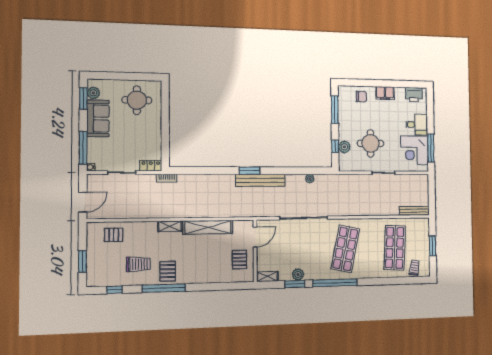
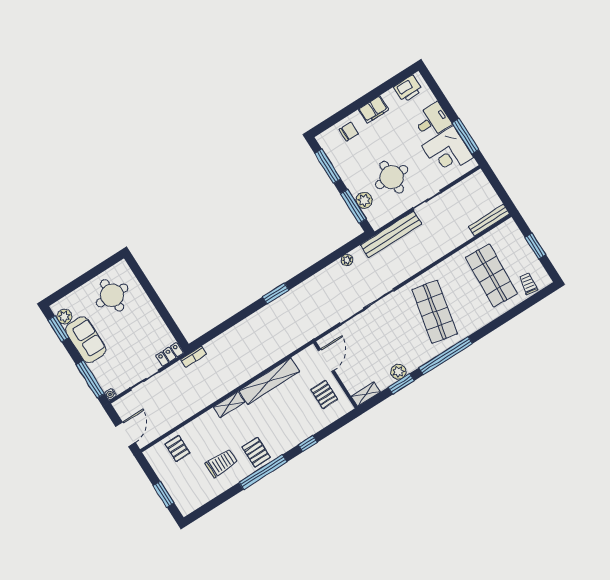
window: (335, 146) -> (353, 206), width x2.17
bench: (260, 180) -> (391, 234), moved
pallet: (114, 235) -> (177, 449), turned 90
window: (114, 290) -> (308, 444), moved

